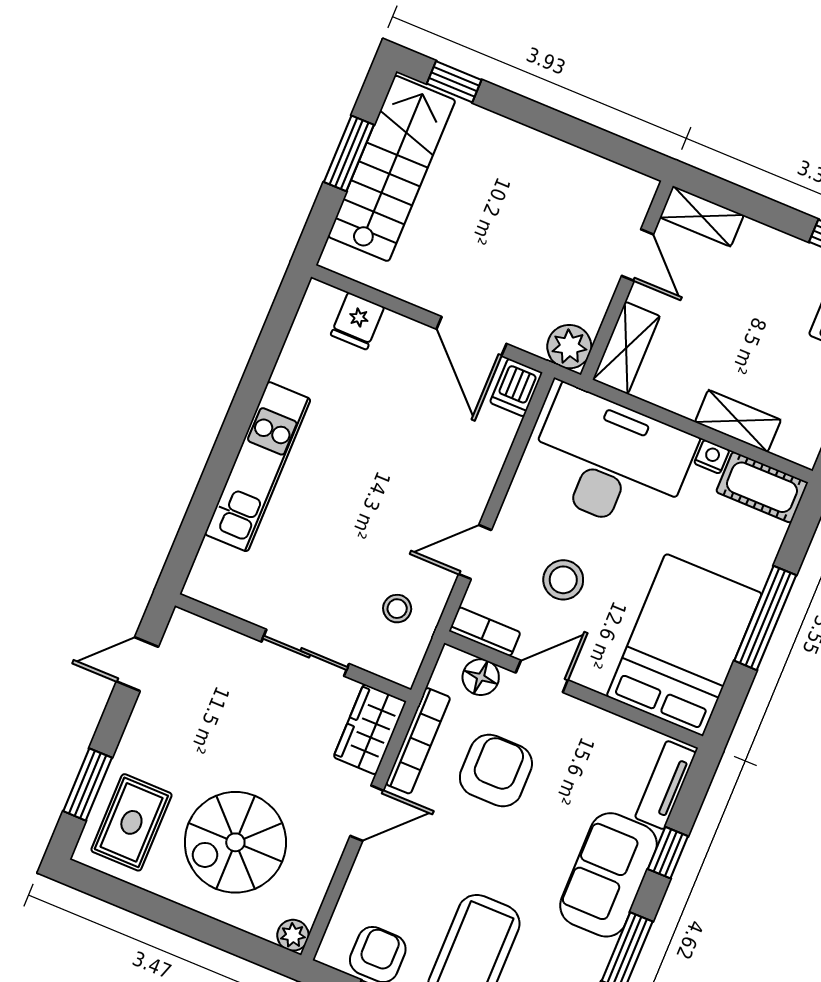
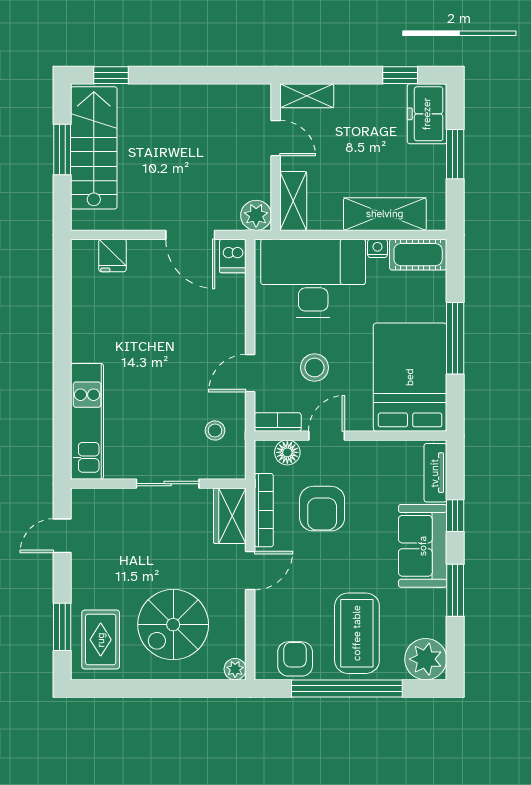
shelving: (738, 421) -> (385, 214), width x1.50, depth x1.33
kitchen unit: (258, 467) -> (87, 421), moved
armchair: (496, 771) -> (322, 509), turned 180

